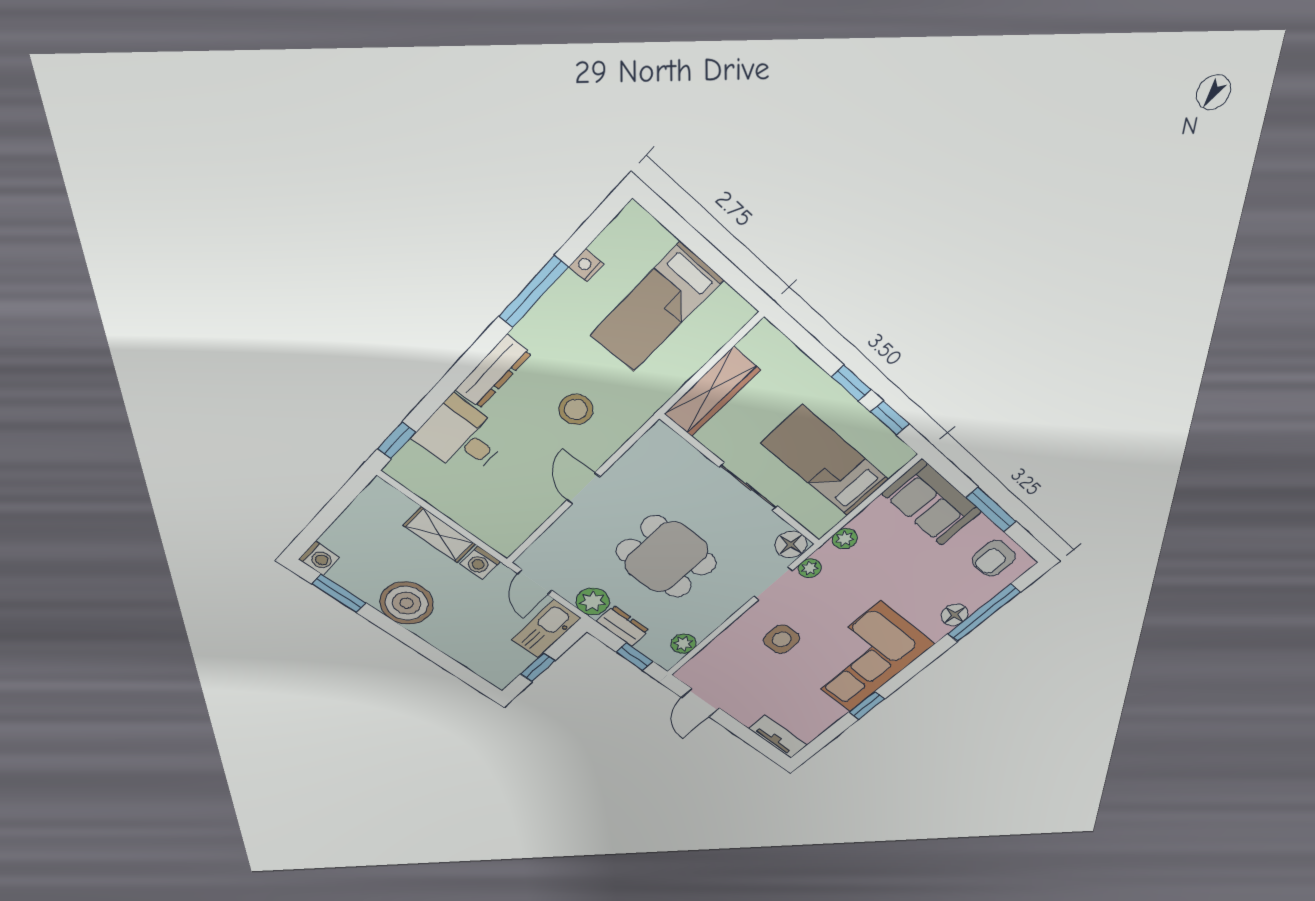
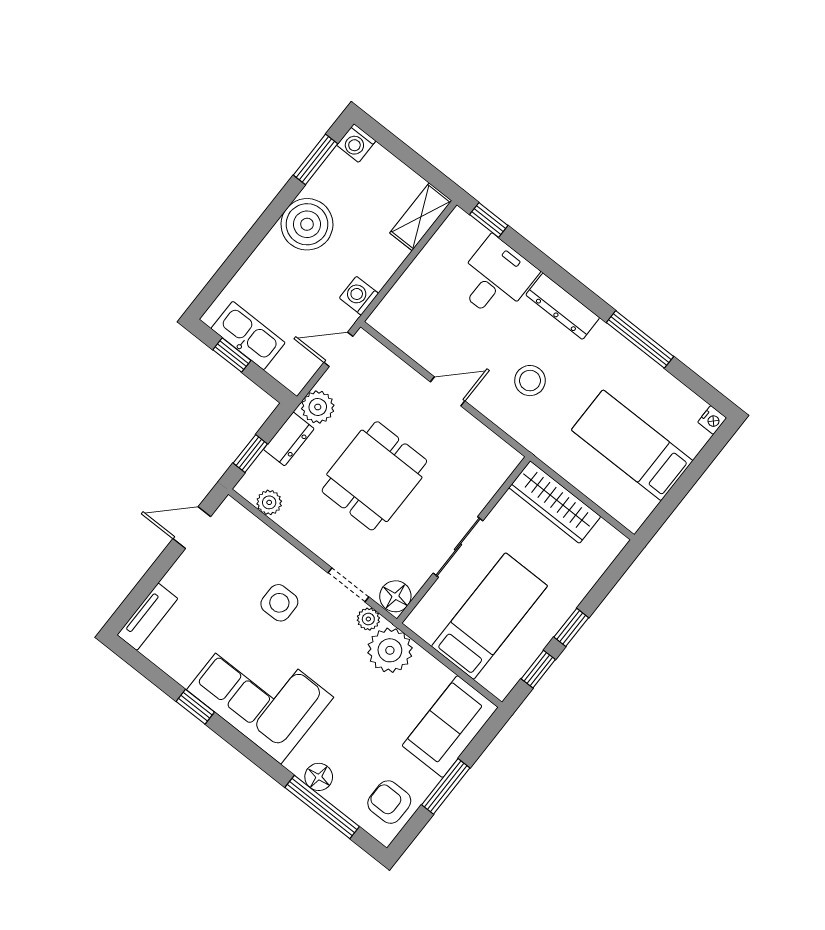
nightstand: (586, 265) -> (712, 420), moved, turned 90
shelving: (440, 535) -> (421, 217), moved
plant: (845, 539) -> (390, 650), width x1.87, depth x1.87
kitchen sink: (546, 629) -> (248, 336), moved

